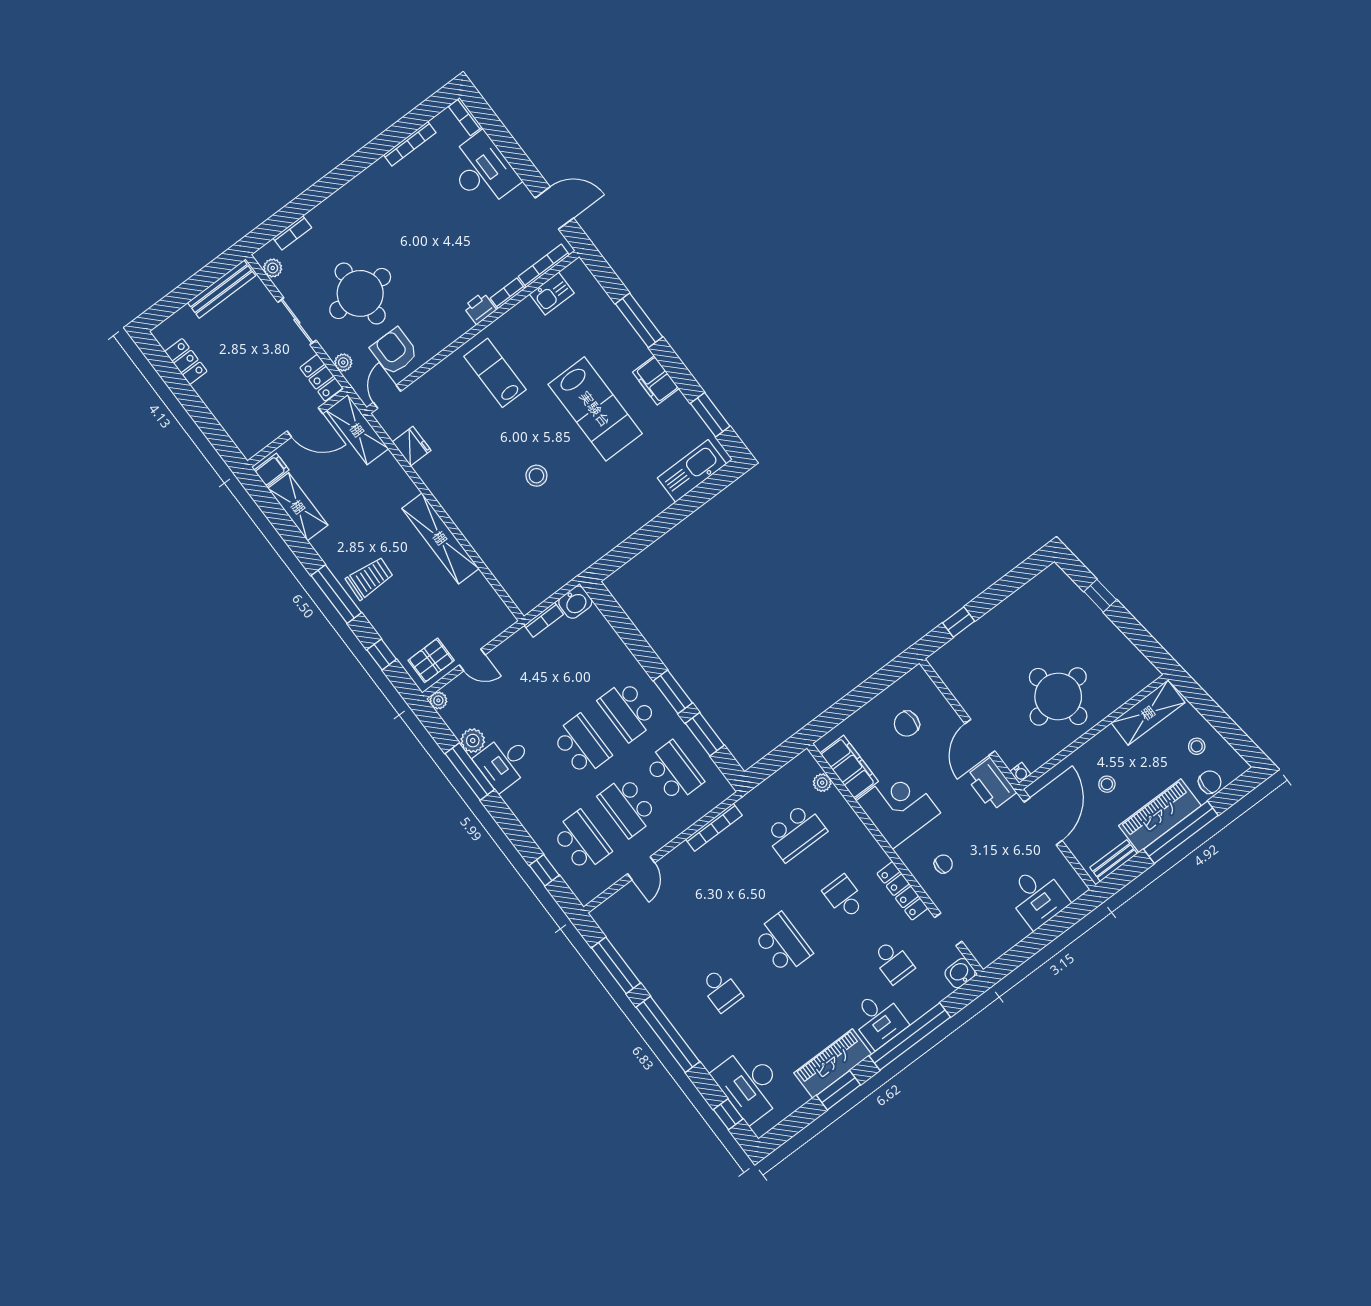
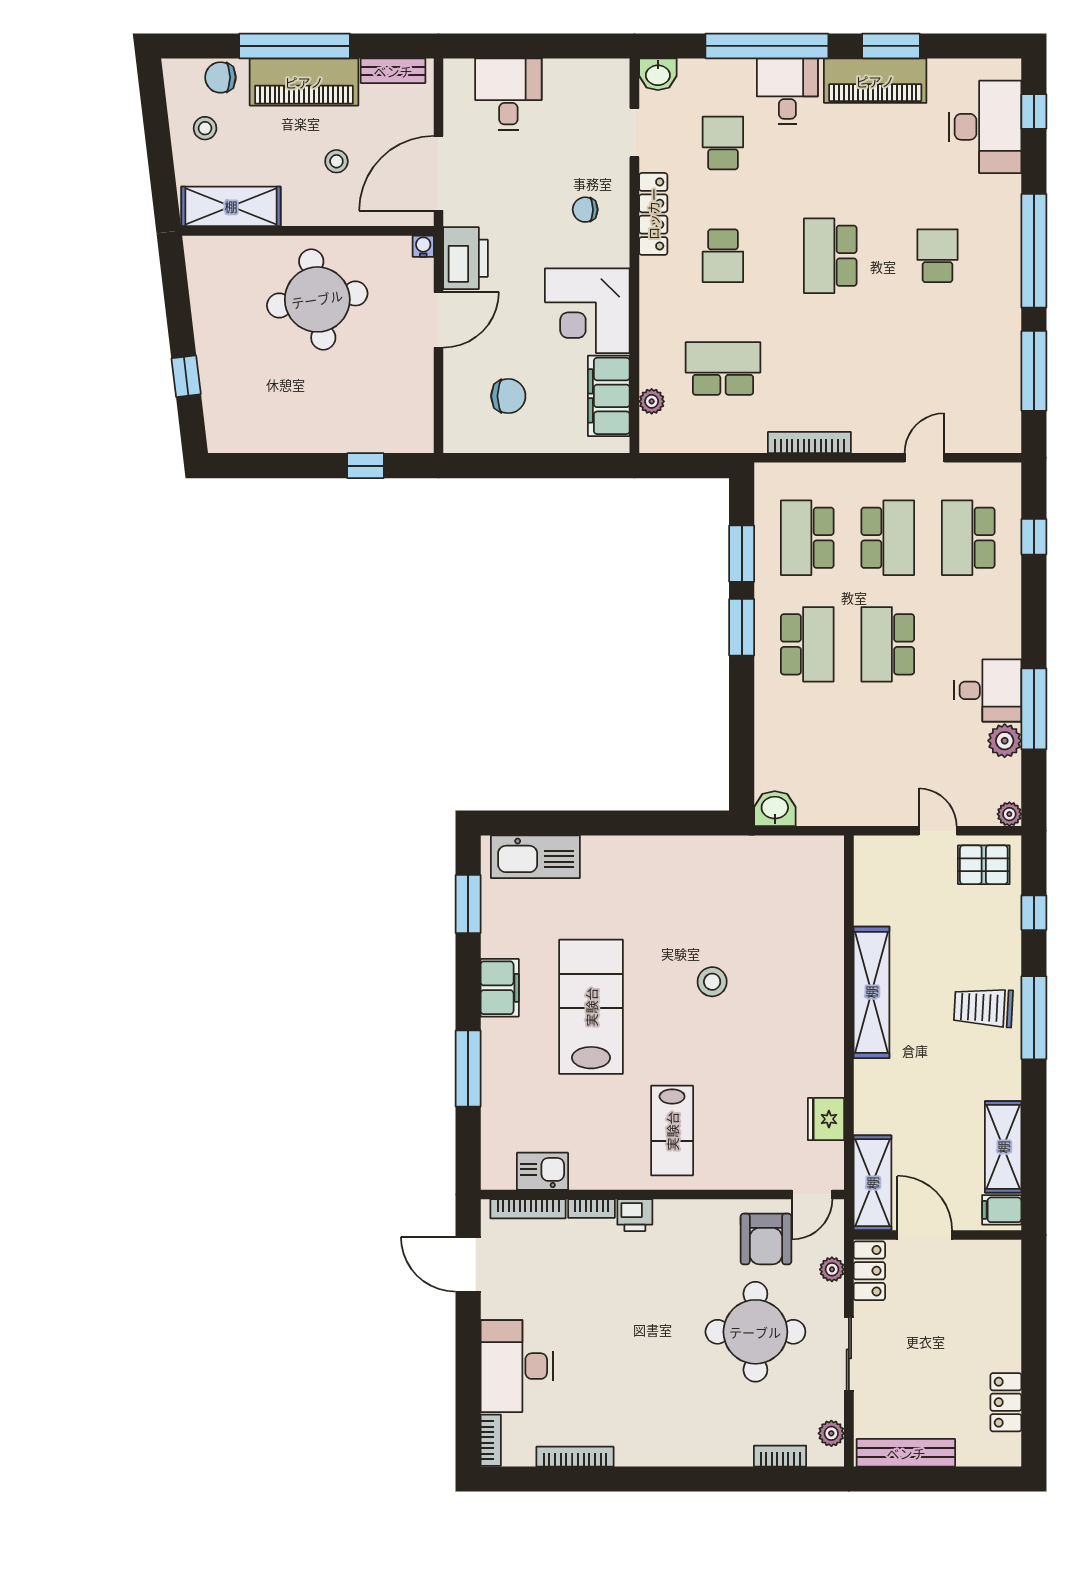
bookcase: (544, 620) -> (825, 816), removed

